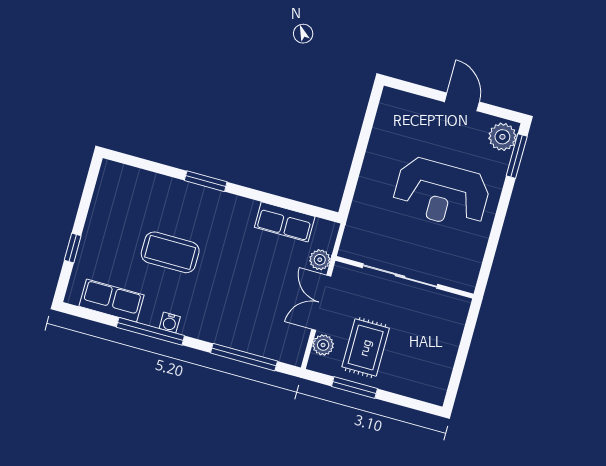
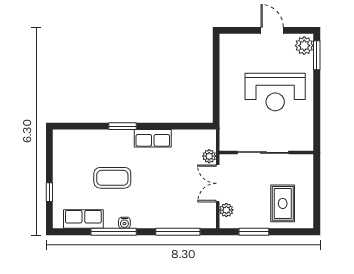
row of seats: (285, 222) -> (153, 138), moved
rug: (366, 348) -> (283, 203), moved

